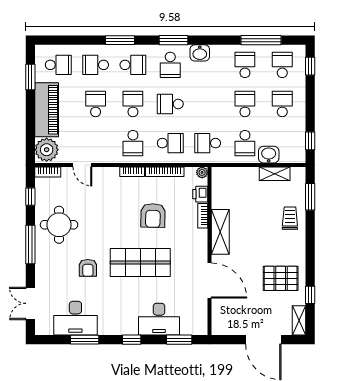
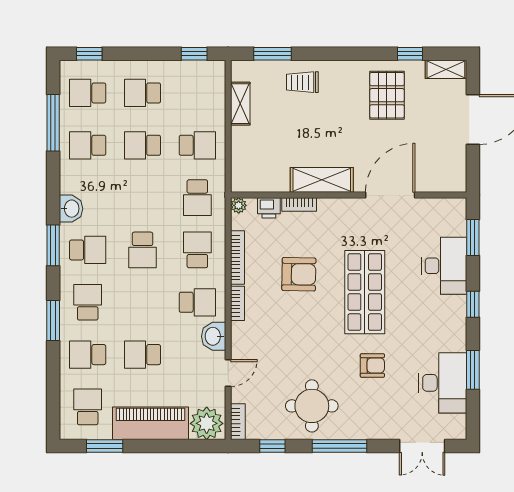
school desk: (96, 65) -> (88, 355), turned 90
school desk: (133, 104) -> (142, 302), removed
washbasin: (269, 155) -> (214, 336), moved

